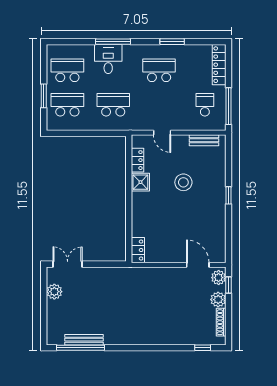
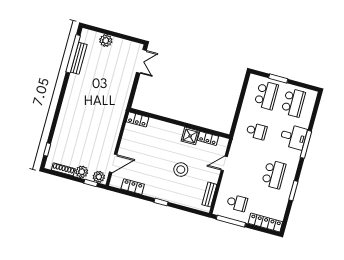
school desk: (113, 105) -> (257, 131), width x0.54
locker: (219, 234) -> (133, 187), added
plant: (54, 292) -> (106, 41), moved

